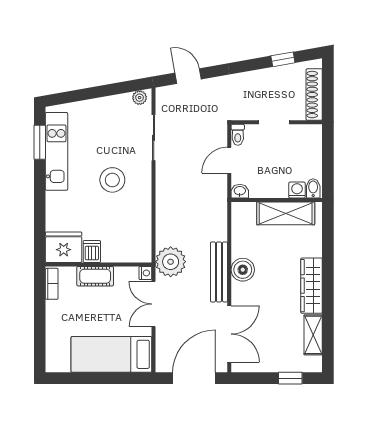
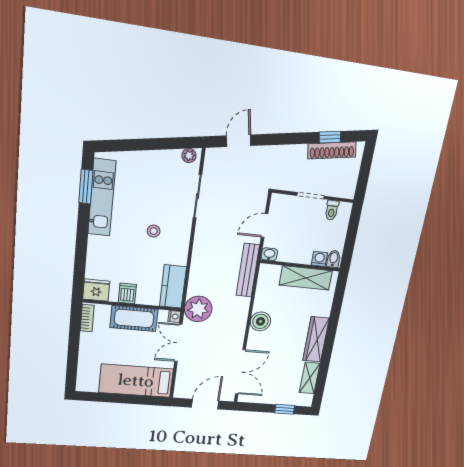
door: (188, 76) -> (239, 141), hinge flipped
shoe rack: (314, 95) -> (332, 150), moved, turned -100
toilet: (238, 135) -> (332, 210), moved
stool: (112, 180) -> (154, 231), width x0.53, depth x0.53
kitchen counter: (140, 239) -> (173, 287), added
fridge: (64, 247) -> (96, 290), width x0.73, depth x0.75
bench: (219, 272) -> (248, 270), moved
cot: (95, 276) -> (134, 318), width x1.37, depth x1.34
door: (194, 378) -> (205, 404), width x0.73

